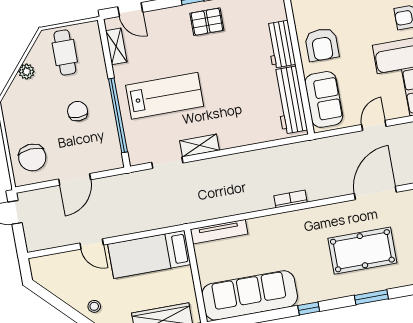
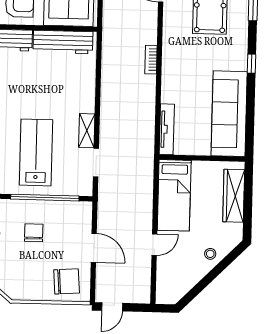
chair: (78, 111) -> (34, 233), turned 90

